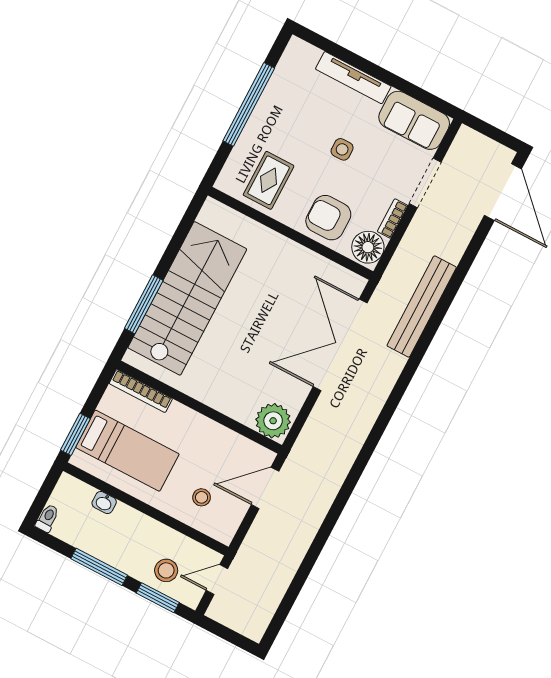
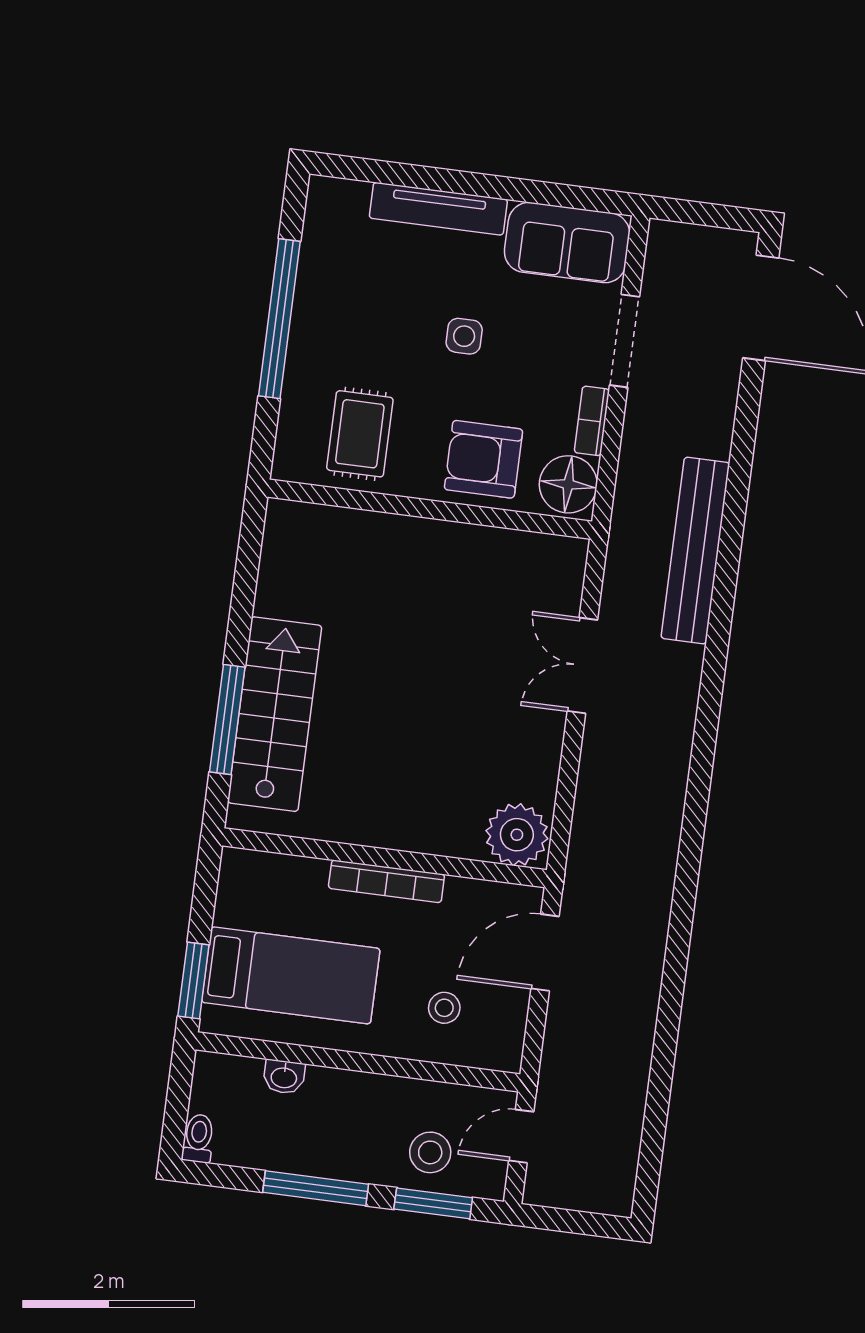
stairs: (187, 298) -> (275, 714), width x0.73, depth x0.66
double door: (340, 345) -> (582, 666), width x0.54
bookcase: (141, 391) -> (386, 881), moved

